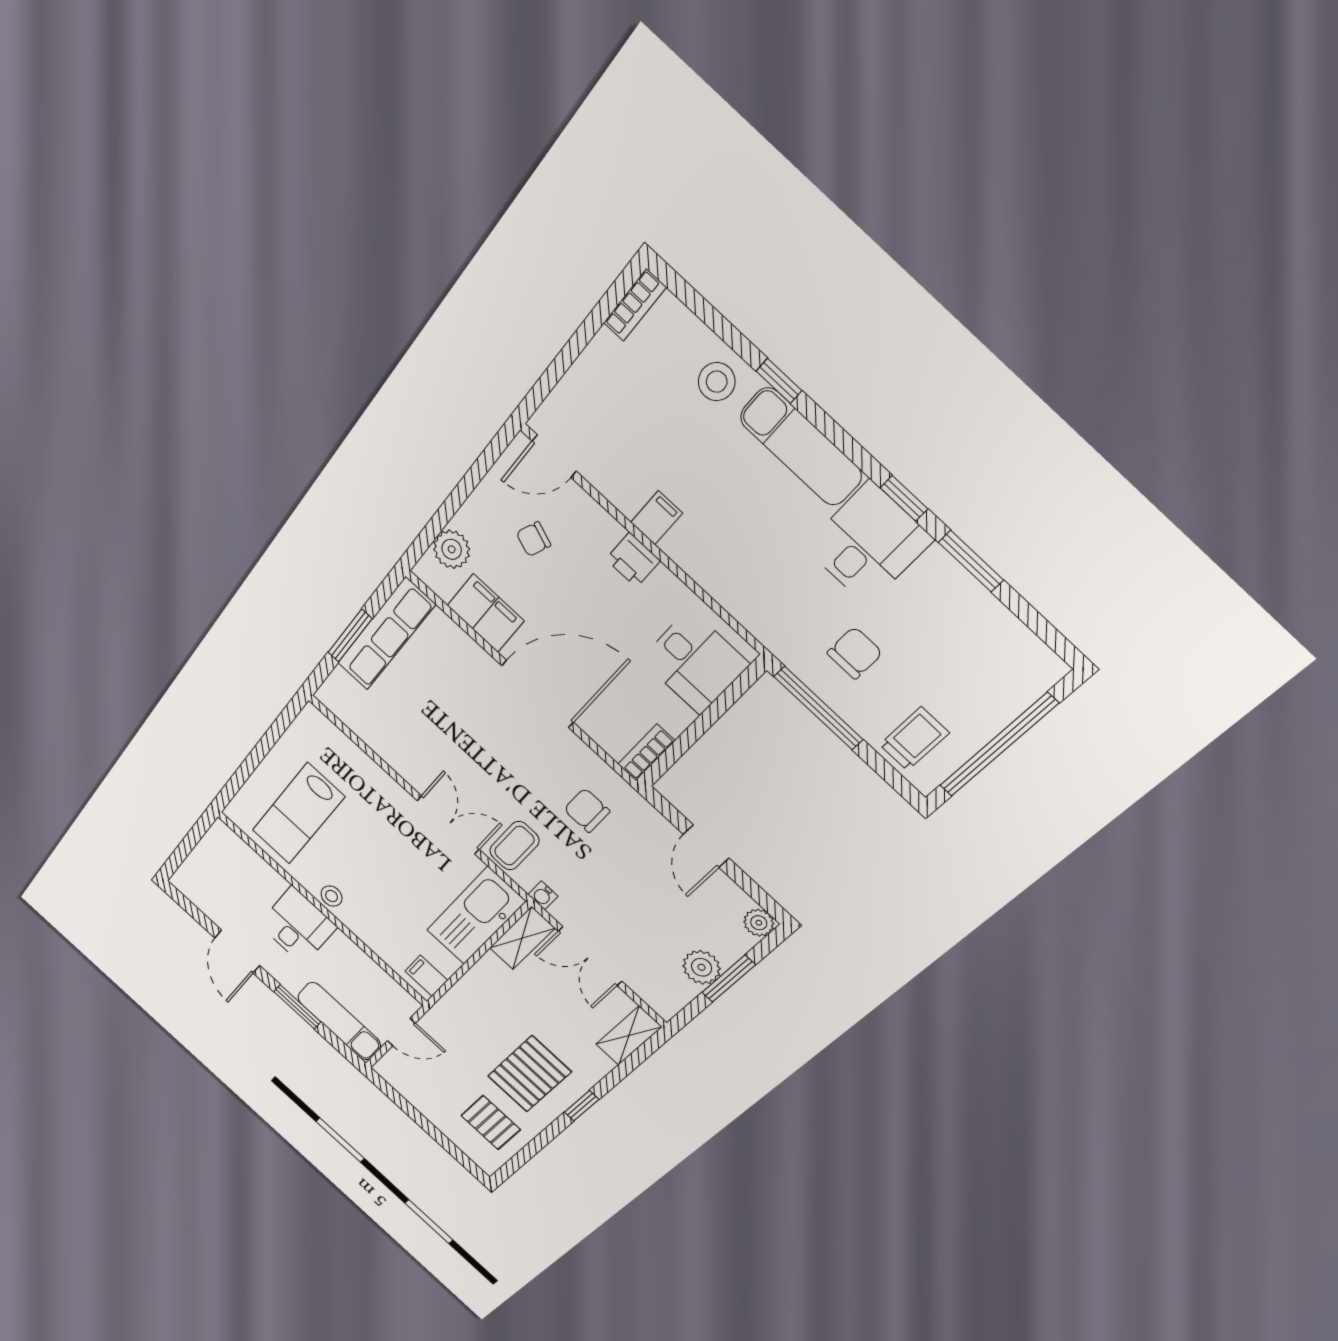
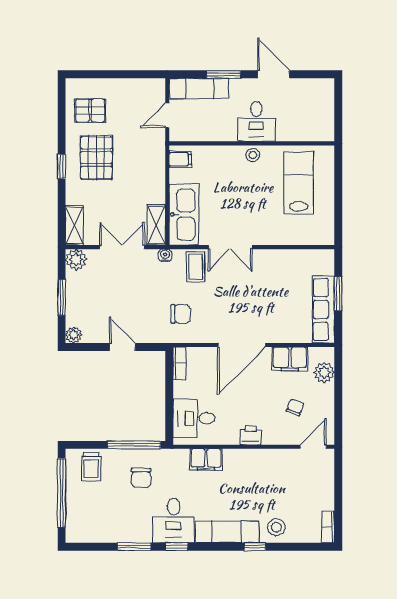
filing cabinet: (657, 518) -> (206, 459), moved, width x2.00
plant: (702, 967) -> (76, 260), moved

